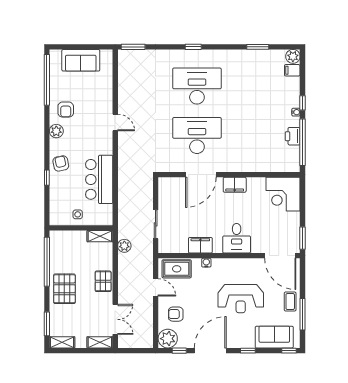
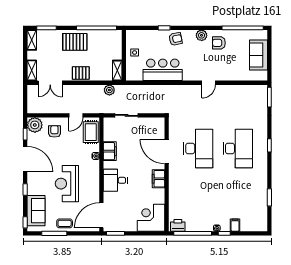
plant: (293, 56) -> (262, 226), removed
filing cabinet: (292, 70) -> (235, 225), moved
printer: (293, 136) -> (178, 225), moved

